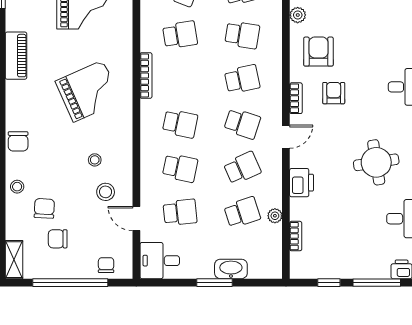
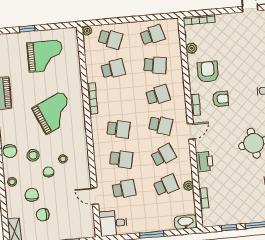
armchair: (334, 93) -> (221, 99), turned 90
stool: (106, 192) -> (33, 155), moved
chair: (106, 265) -> (49, 172), moved
washbasin: (231, 269) -> (186, 222), moved

